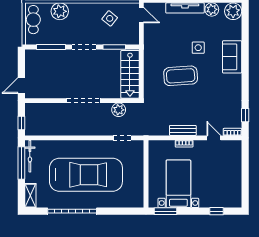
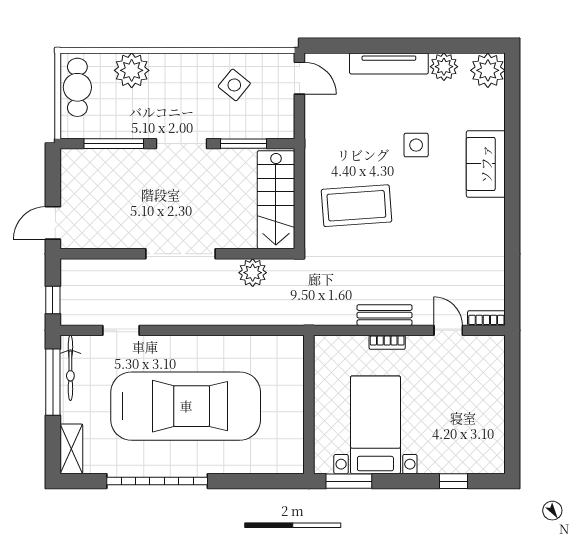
coffee table: (181, 76) -> (356, 206), moved
window: (245, 115) -> (512, 284), removed
doorway: (122, 138) -> (121, 330), moved

